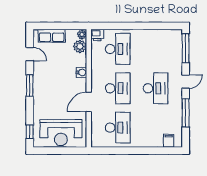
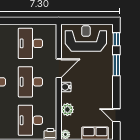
plant: (80, 46) -> (67, 110), moved
water cooler: (81, 72) -> (66, 87), moved
window: (30, 86) -> (116, 65), moved

